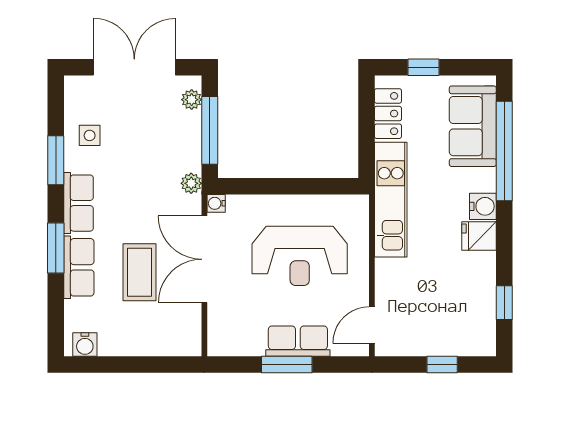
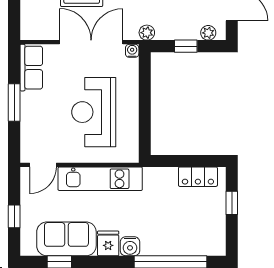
sofa: (473, 126) -> (66, 239), moved
window: (210, 130) -> (186, 46), width x0.46
kitchen unit: (391, 200) -> (100, 179), moved
door: (372, 325) -> (43, 165), swing flipped
row of seats: (298, 341) -> (31, 68), moved

